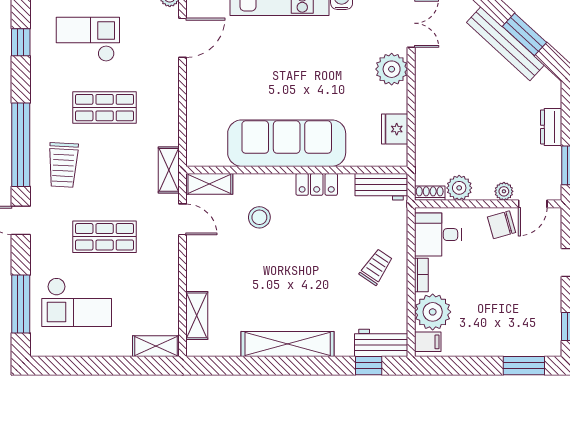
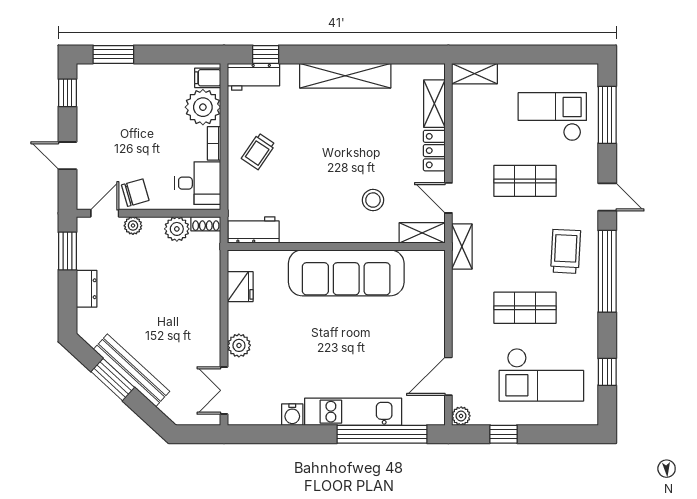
checkout: (88, 39) -> (541, 375), width x1.36, depth x1.21
plant: (392, 69) -> (239, 345), width x0.73, depth x0.73
locker: (317, 184) -> (434, 151), moved, turned -90

